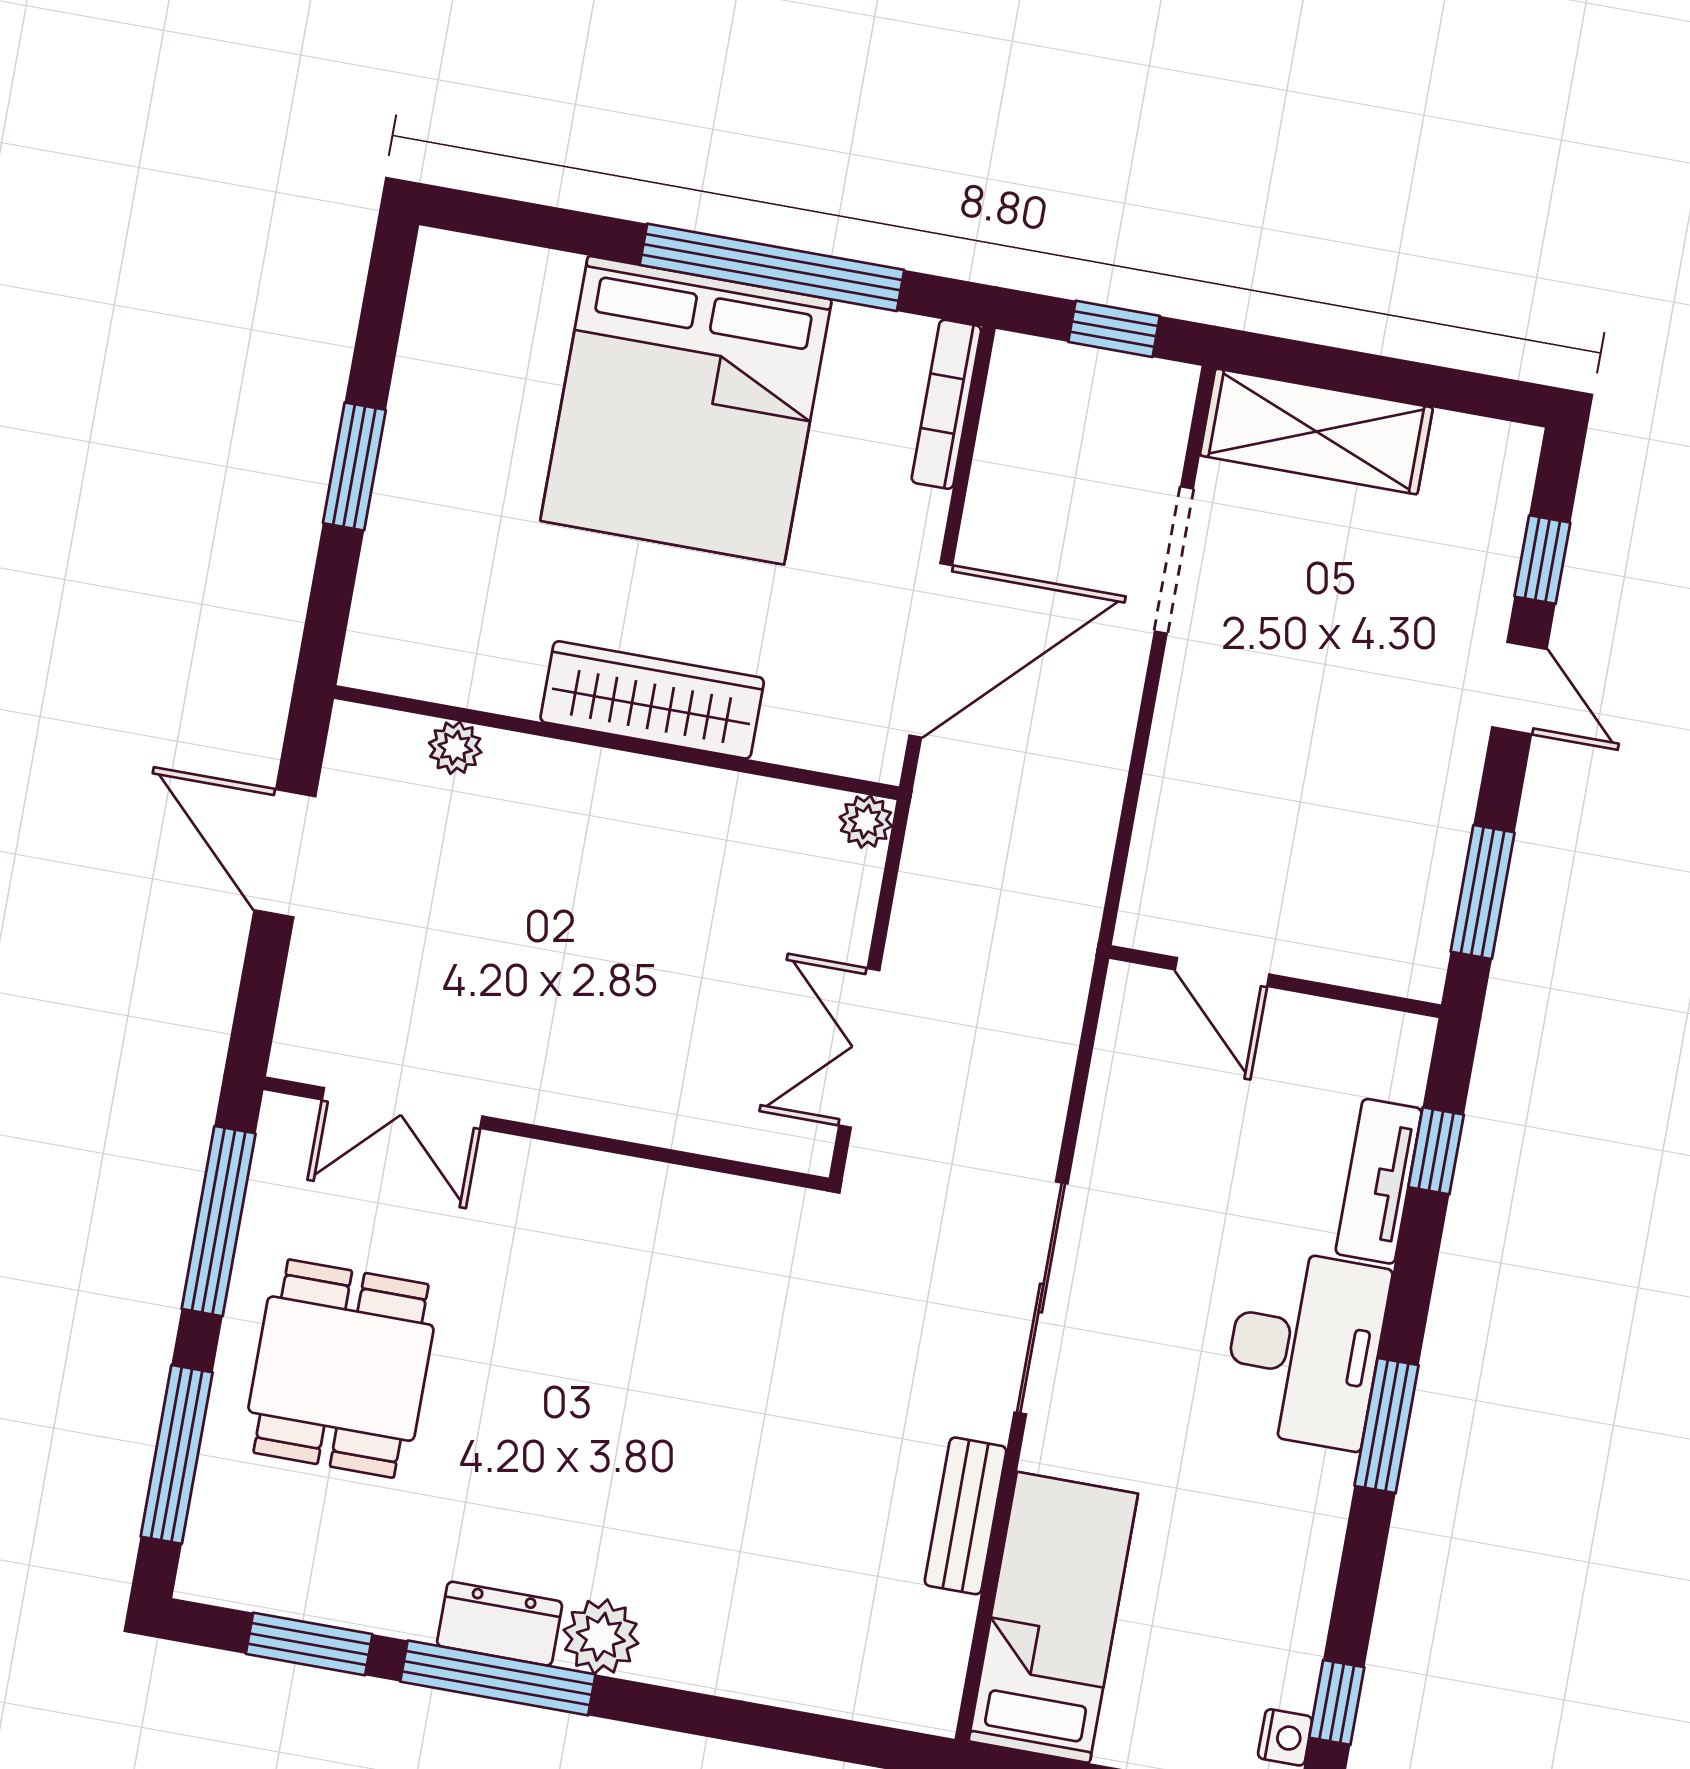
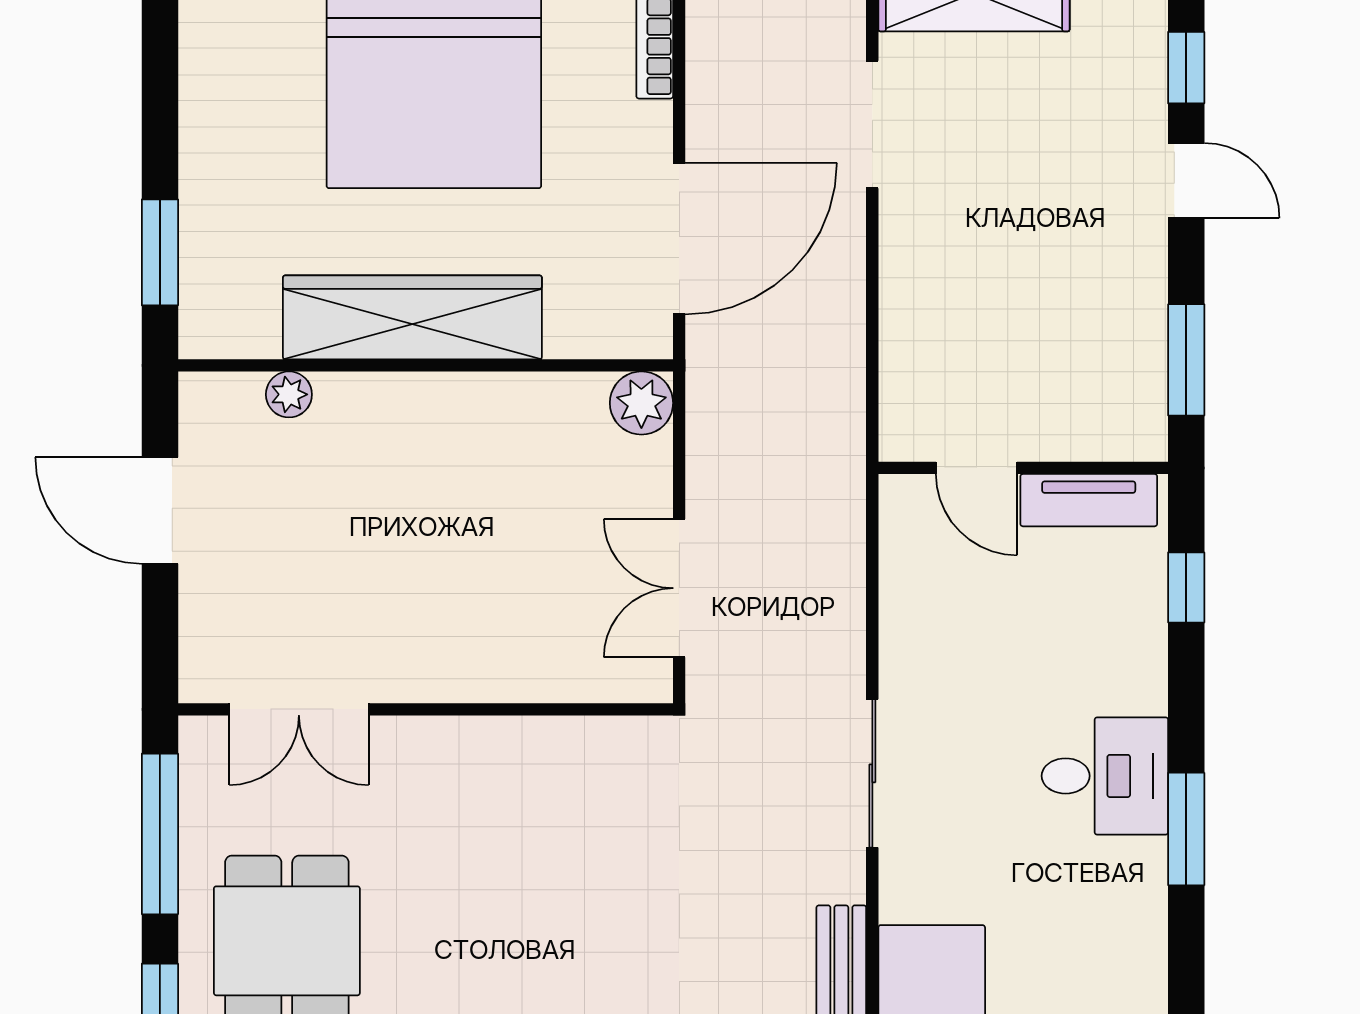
window: (354, 467) -> (160, 252), moved
wardrobe: (652, 700) -> (412, 317), width x1.40, depth x1.17
plant: (866, 822) -> (641, 403), width x1.38, depth x1.38
tv unit: (1379, 1181) -> (1089, 500), moved, turned -90
sliding door: (1041, 1298) -> (872, 773), width x0.73
desk: (1305, 1349) -> (1105, 776), width x0.73

